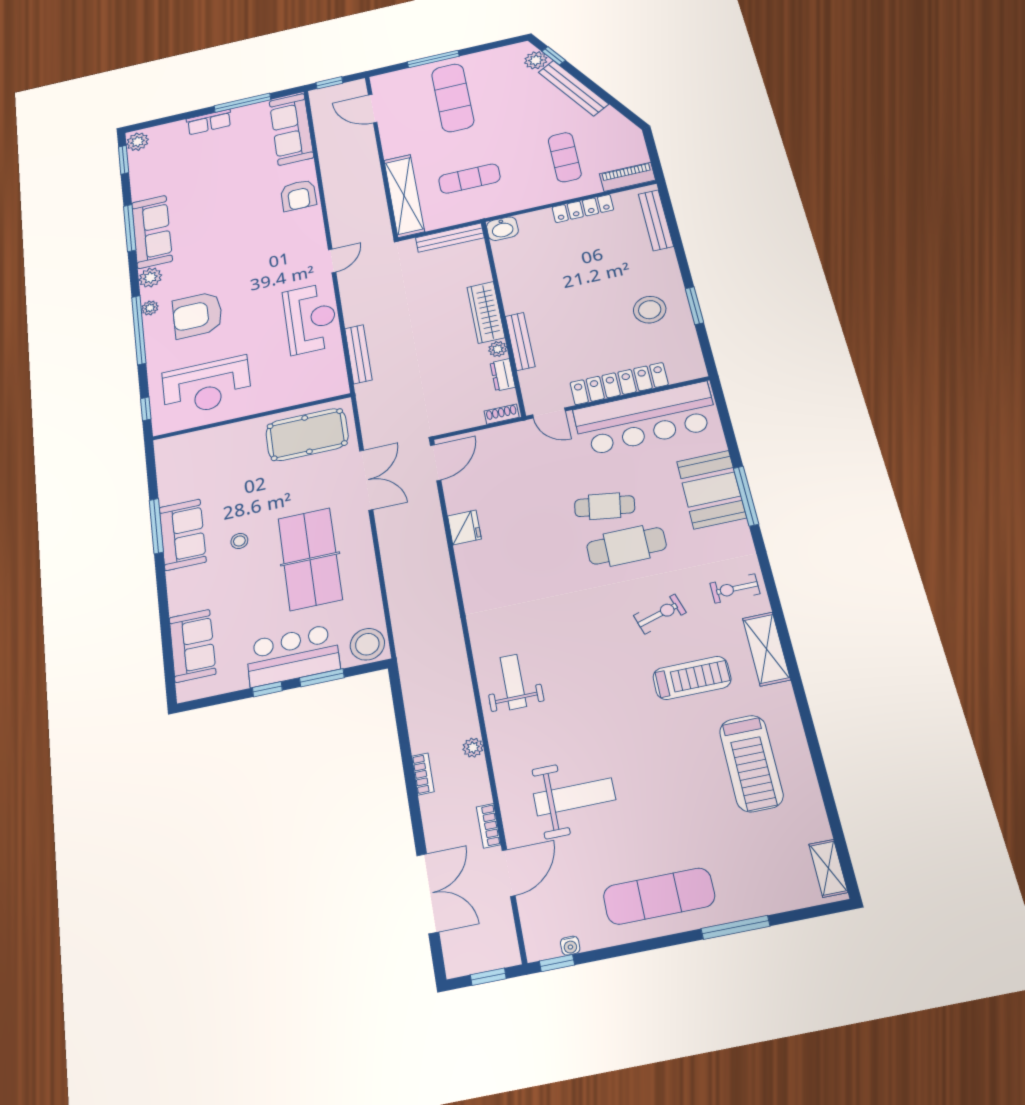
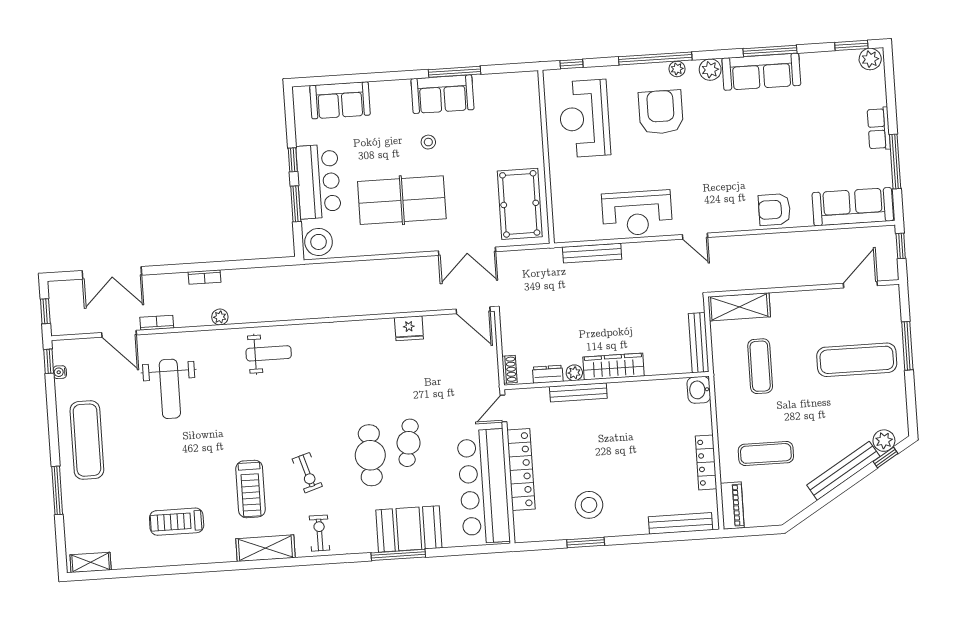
shelving: (404, 196) -> (739, 307), width x0.68
treadmill: (751, 763) -> (177, 522), width x0.73, depth x0.73

